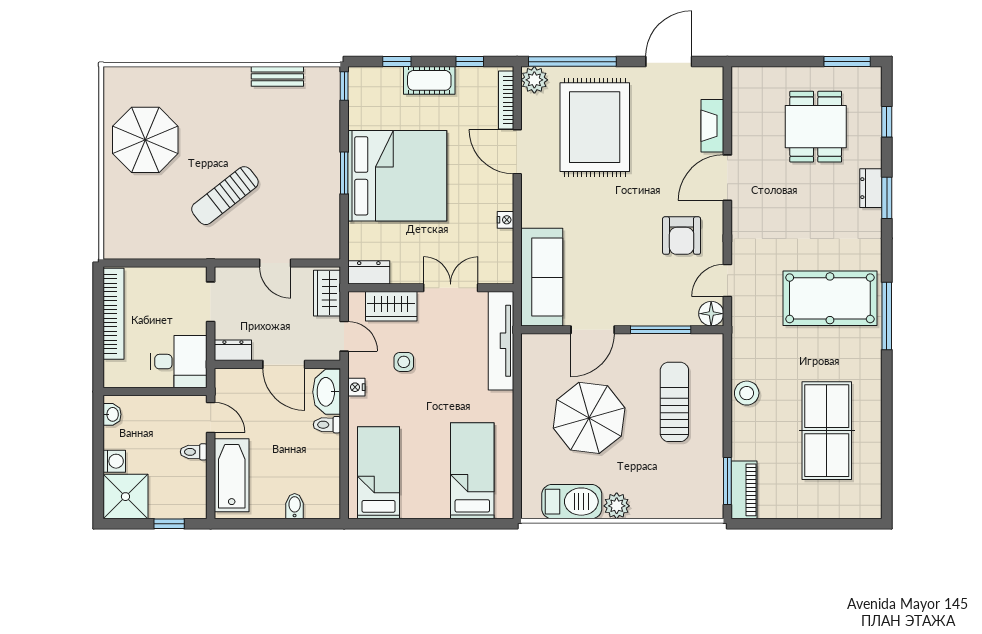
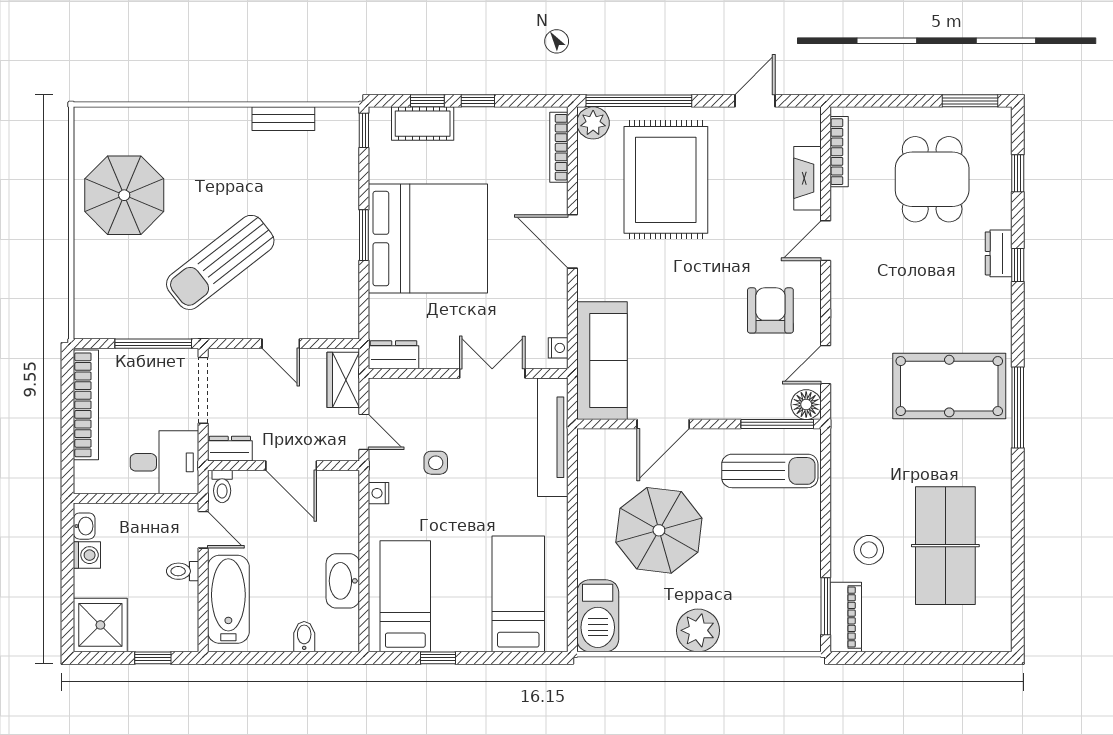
window: (470, 62) -> (478, 101), moved
door: (669, 62) -> (755, 101), width x0.73
cot: (429, 80) -> (423, 124), moved
bookcase: (739, 104) -> (839, 152), added
door: (517, 152) -> (572, 241), moved
door: (727, 178) -> (826, 241), width x0.73
sun lounger: (225, 196) -> (220, 262), width x1.36, depth x1.34
window: (887, 198) -> (1018, 265), width x0.67
nightstand: (505, 220) -> (558, 348), moved
armchair: (682, 236) -> (770, 310), turned 180
window: (169, 263) -> (153, 344), added
doorway: (211, 302) -> (203, 390), width x1.38
wardrobe: (391, 306) -> (421, 396), removed
window: (661, 330) -> (777, 424), moved
washbasin: (327, 392) -> (343, 581), moved
stool: (747, 393) -> (869, 550), moved
sun lounger: (674, 402) -> (770, 471), moved, turned 90
toilet: (327, 425) -> (222, 486), moved, turned -90
washing machine: (114, 461) -> (87, 555), moved
barbecue: (572, 502) -> (598, 616), moved, turned 90
plant: (617, 506) -> (698, 630), width x1.36, depth x1.36
window: (406, 524) -> (438, 658), added

